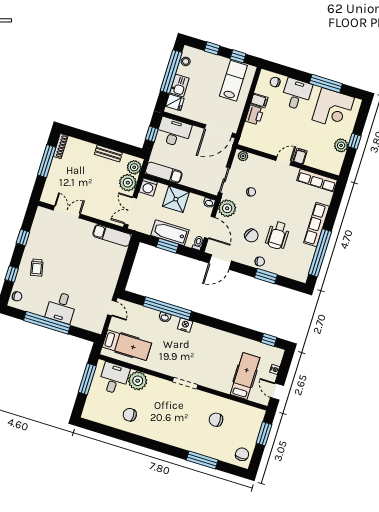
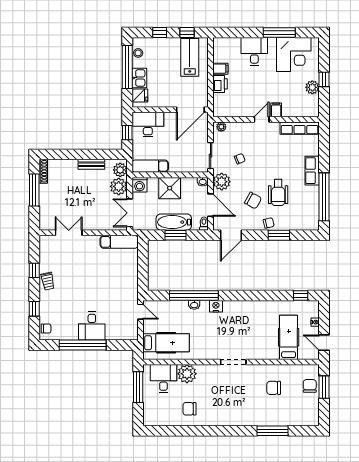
chair: (275, 82) -> (230, 46), removed
row of seats: (316, 225) -> (312, 171), width x0.68
trolley: (37, 268) -> (48, 281), moved
chair: (242, 454) -> (310, 386), moved

